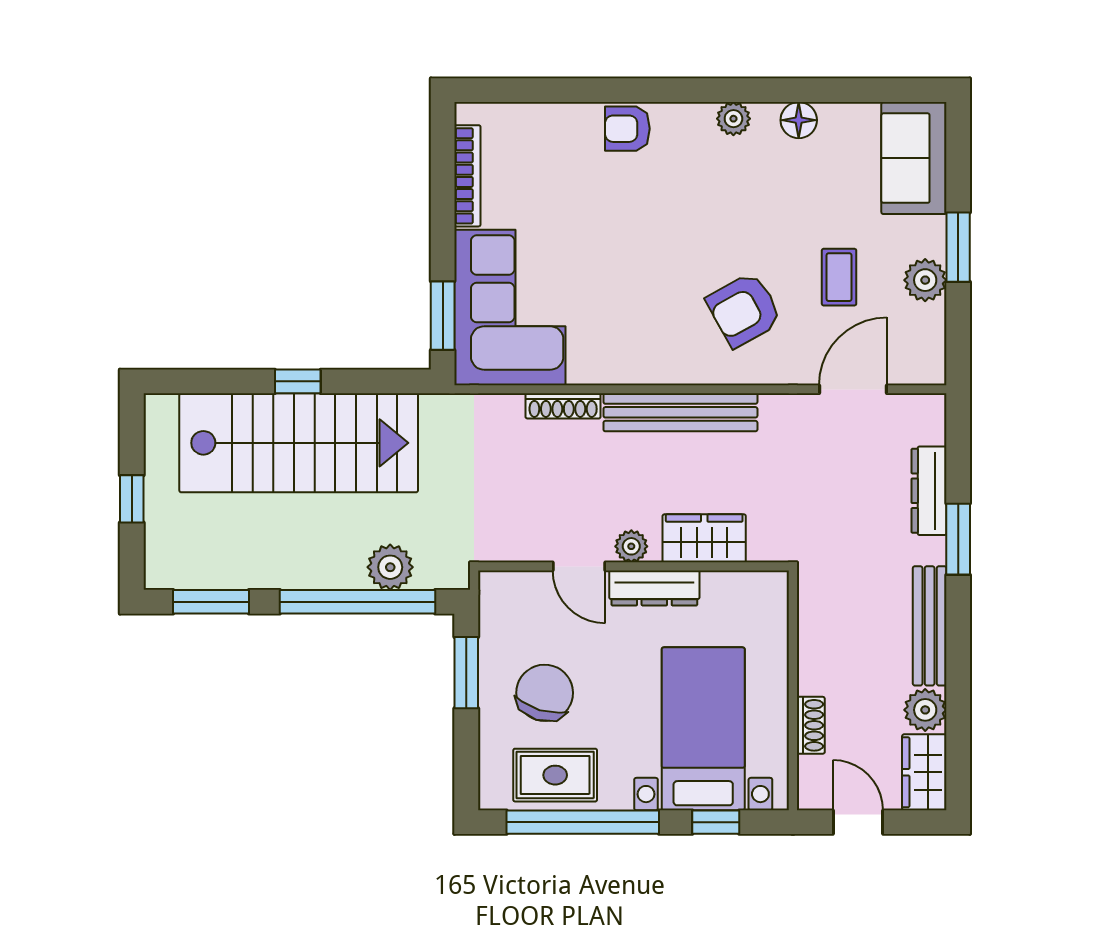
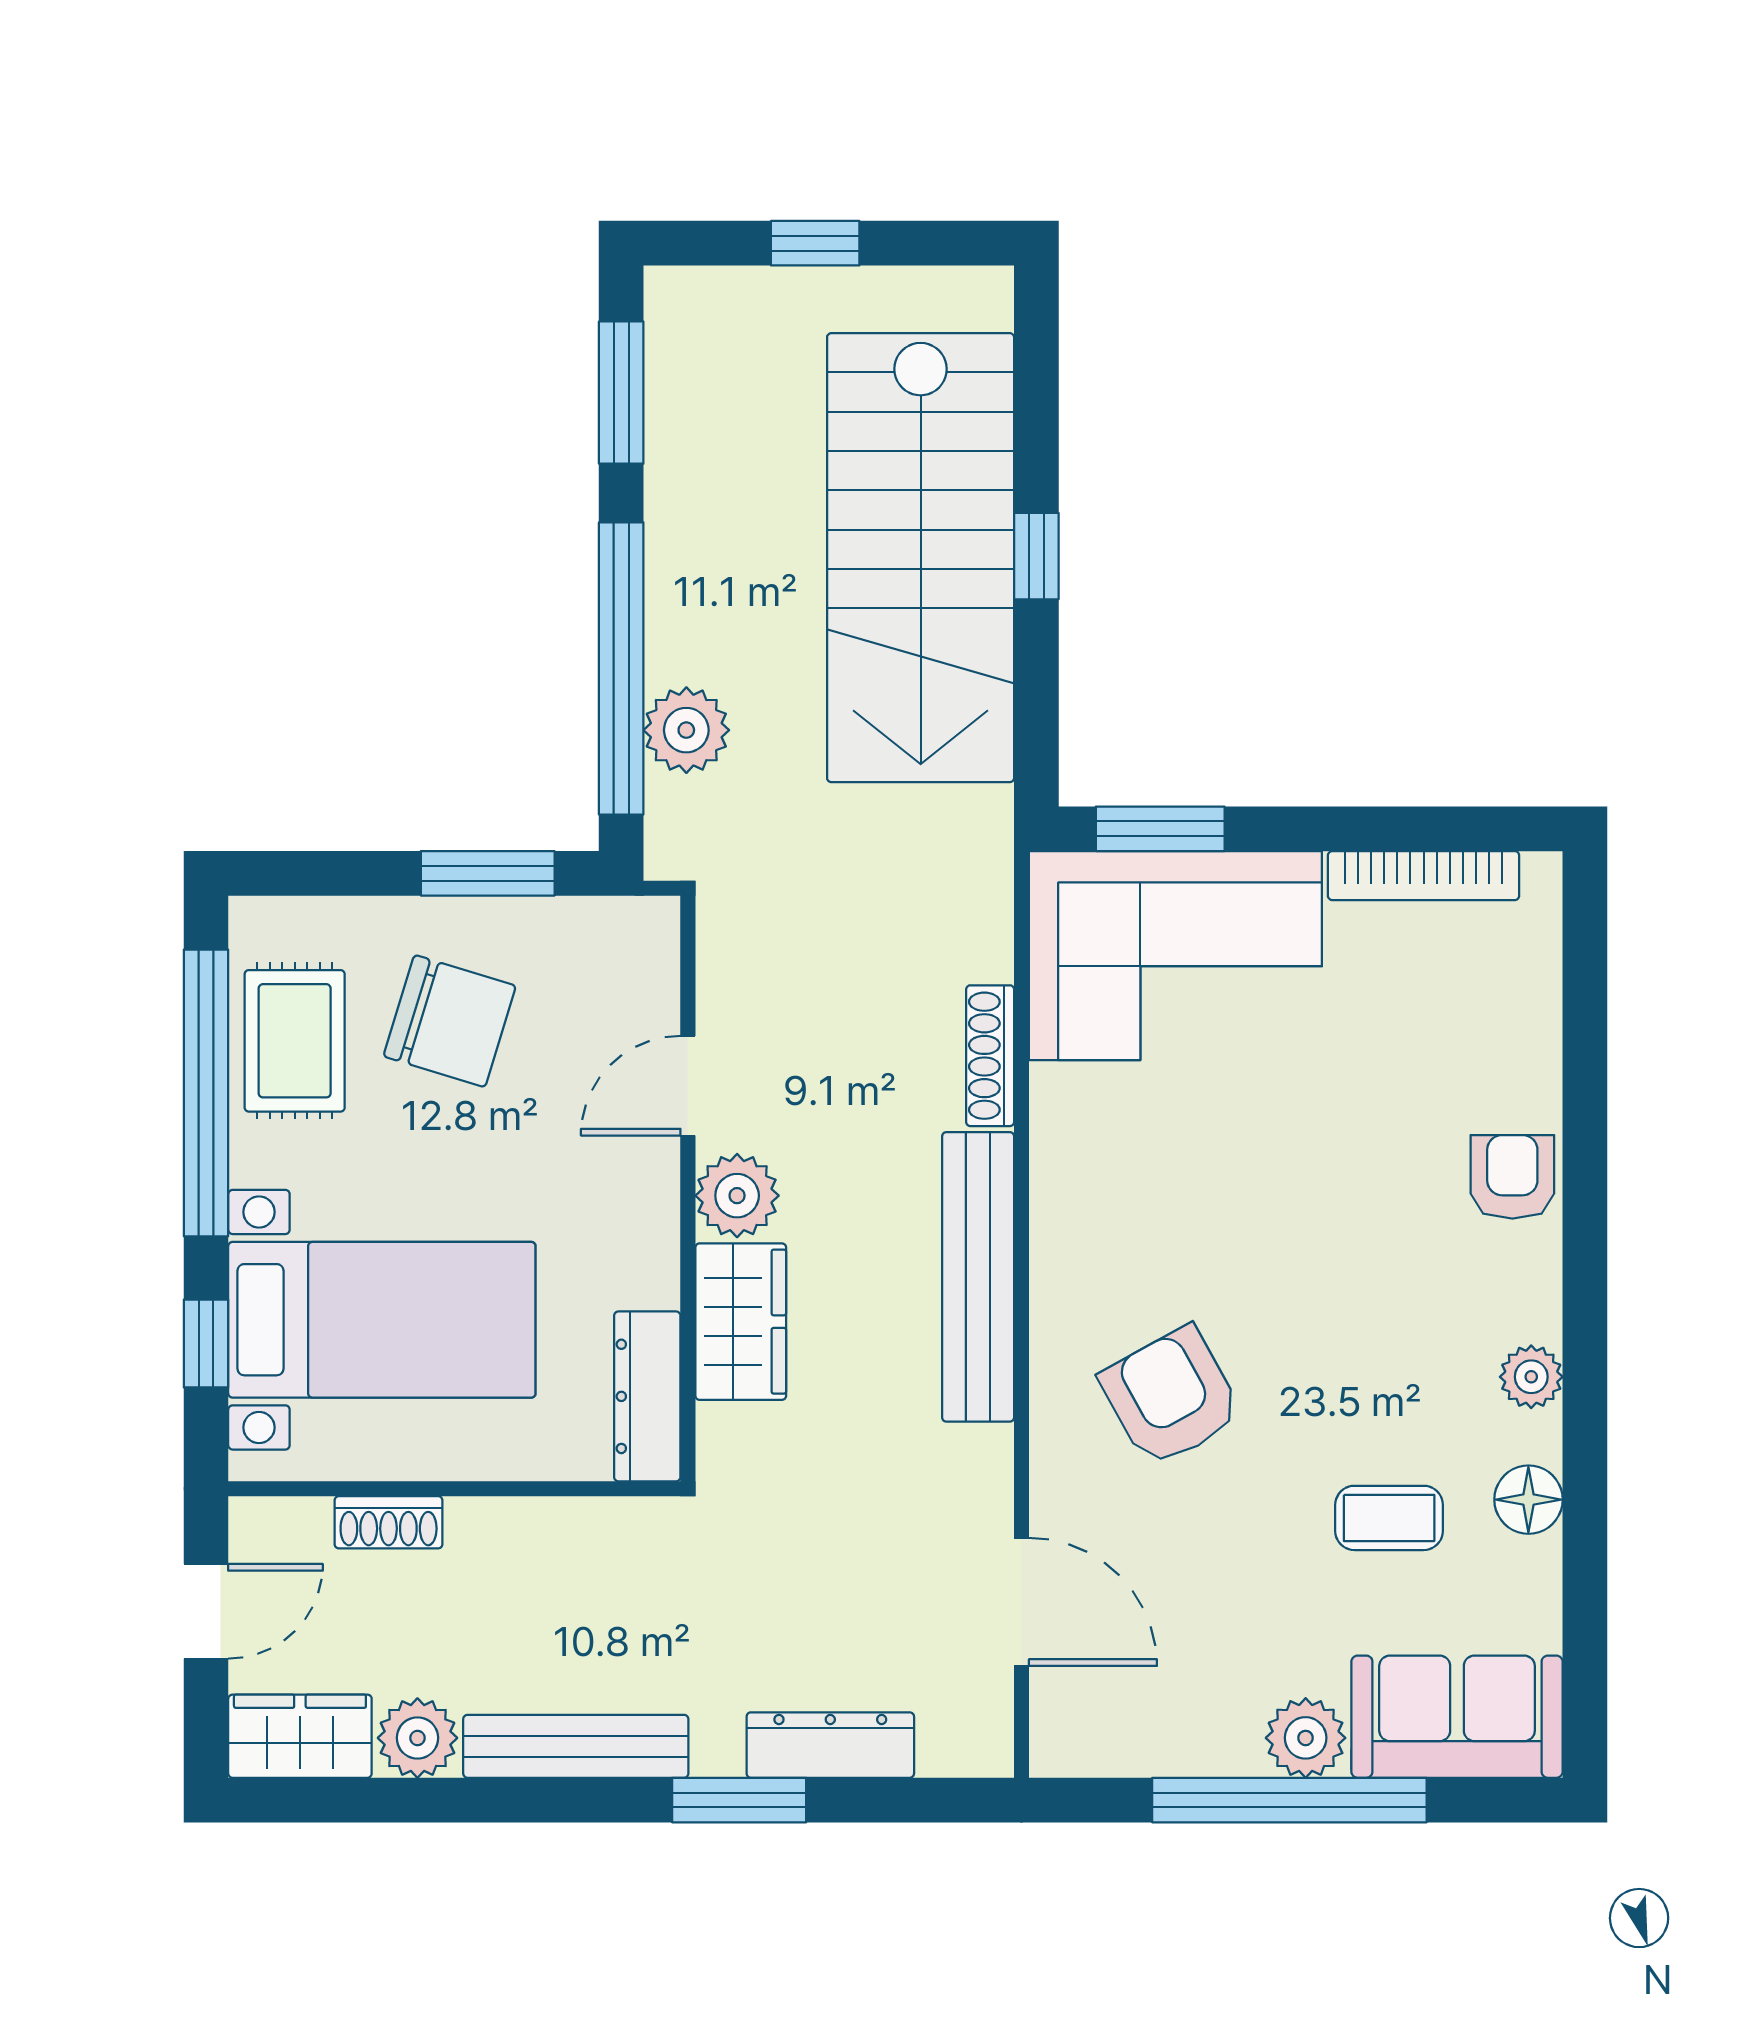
window: (958, 247) -> (1289, 1800), width x2.11
coffee table: (839, 277) -> (1389, 1518), moved
plant: (925, 280) -> (1306, 1738), moved
plant: (631, 546) -> (737, 1196), width x1.38, depth x1.38
dresser: (654, 588) -> (647, 1396), moved

